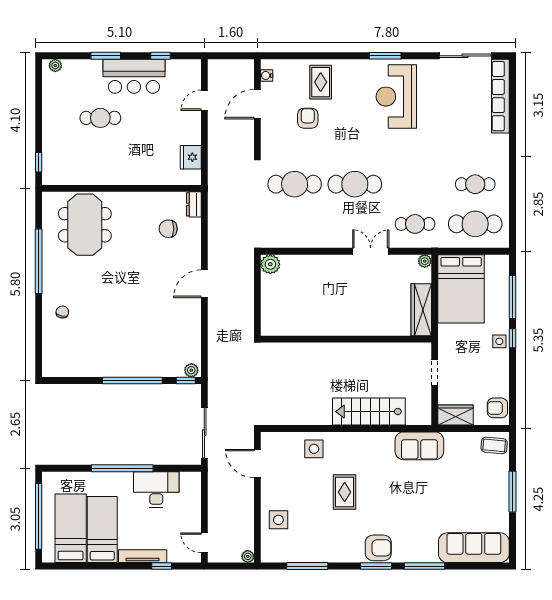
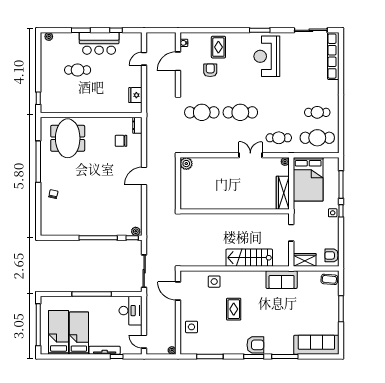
desk: (156, 489) -> (131, 311), moved, turned 90

